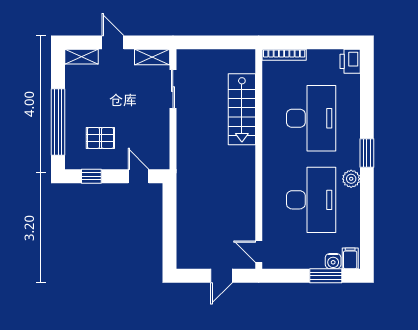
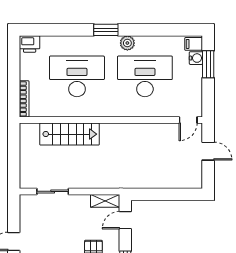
shelving: (152, 57) -> (105, 201), moved, turned 90

